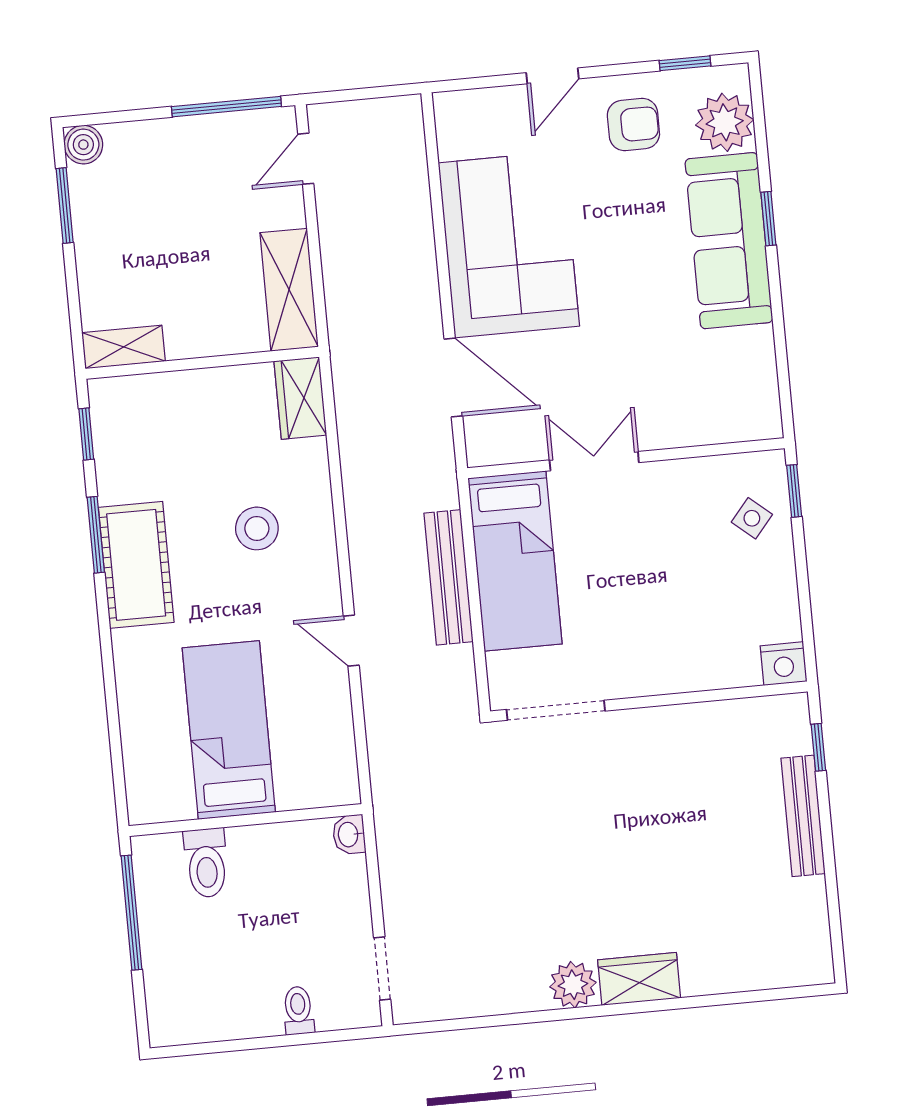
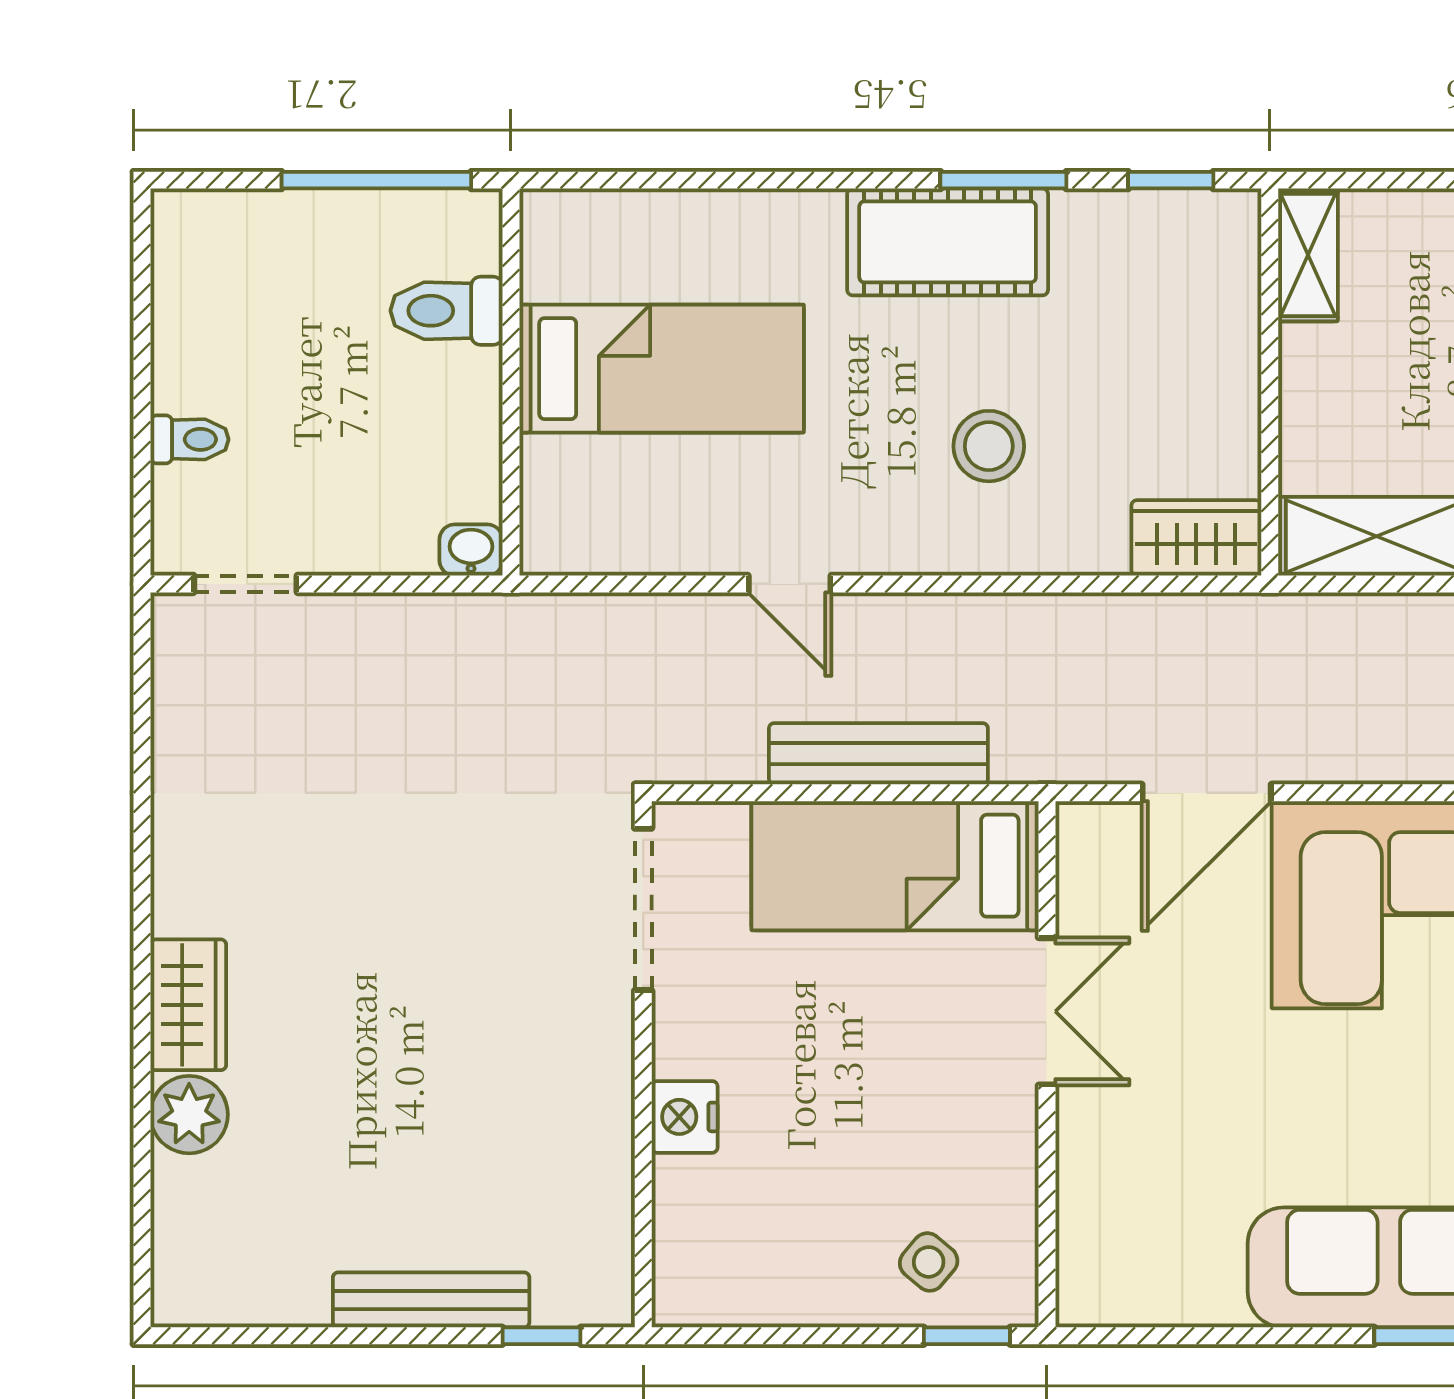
door: (351, 641) -> (790, 584), swing flipped
nightstand: (784, 664) -> (685, 1117), moved
plant: (573, 985) -> (189, 1115), moved

